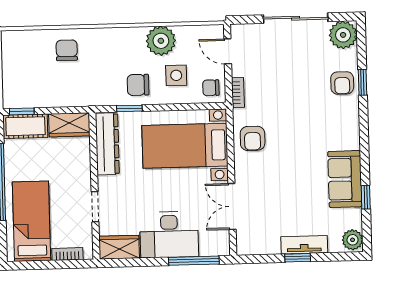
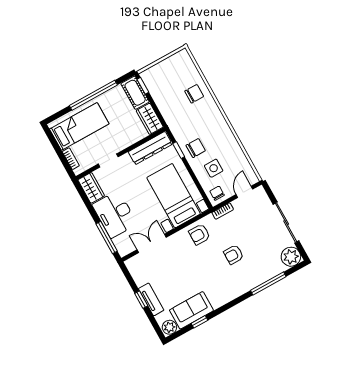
plant: (161, 41) -> (230, 148), removed
window: (362, 82) -> (268, 283), width x2.17
armchair: (342, 83) -> (234, 255), moved
chair: (138, 85) -> (196, 148), turned 90
sofa: (345, 179) -> (191, 310), moved

